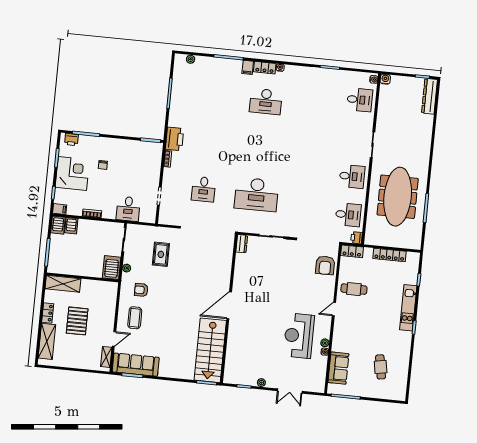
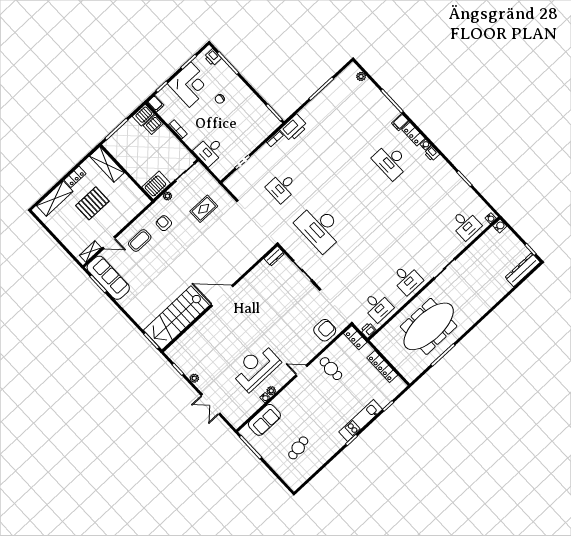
printer: (290, 70) -> (432, 154), added
armchair: (325, 265) -> (325, 330), turned 180

